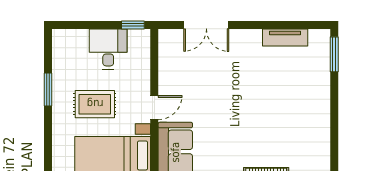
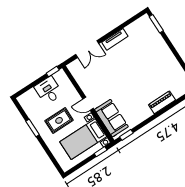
tv unit: (285, 37) -> (115, 39), moved
door: (154, 107) -> (88, 104), swing flipped

